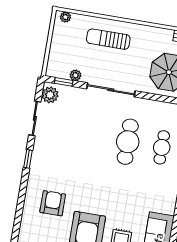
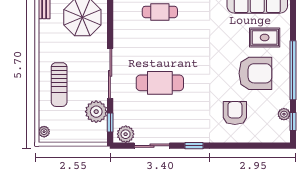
plant: (75, 75) -> (96, 112), width x1.87, depth x1.87
cafe table: (128, 142) -> (160, 83), moved
armchair: (53, 203) -> (235, 113), turned 90

